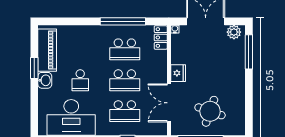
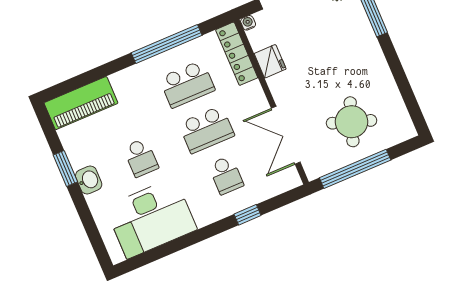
locker: (161, 38) -> (237, 54), width x1.53
piano: (47, 50) -> (81, 103), moved, turned 90
fridge: (178, 73) -> (270, 61), moved
school desk: (125, 111) -> (226, 175), width x0.54

